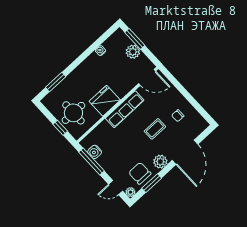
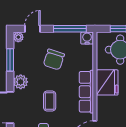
water cooler: (95, 152) -> (87, 38), moved
chair: (140, 173) -> (54, 60), moved, turned 108

